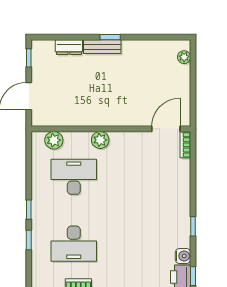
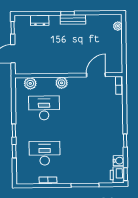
bench: (102, 47) -> (73, 20), moved
door: (166, 129) -> (96, 75), moved
desk: (74, 244) -> (45, 153), turned 180

